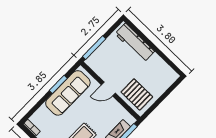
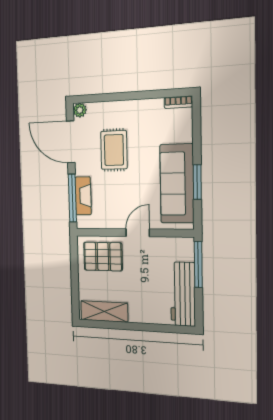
workbench: (135, 43) -> (183, 294), moved, turned -90
shelving: (163, 68) -> (104, 311), added

